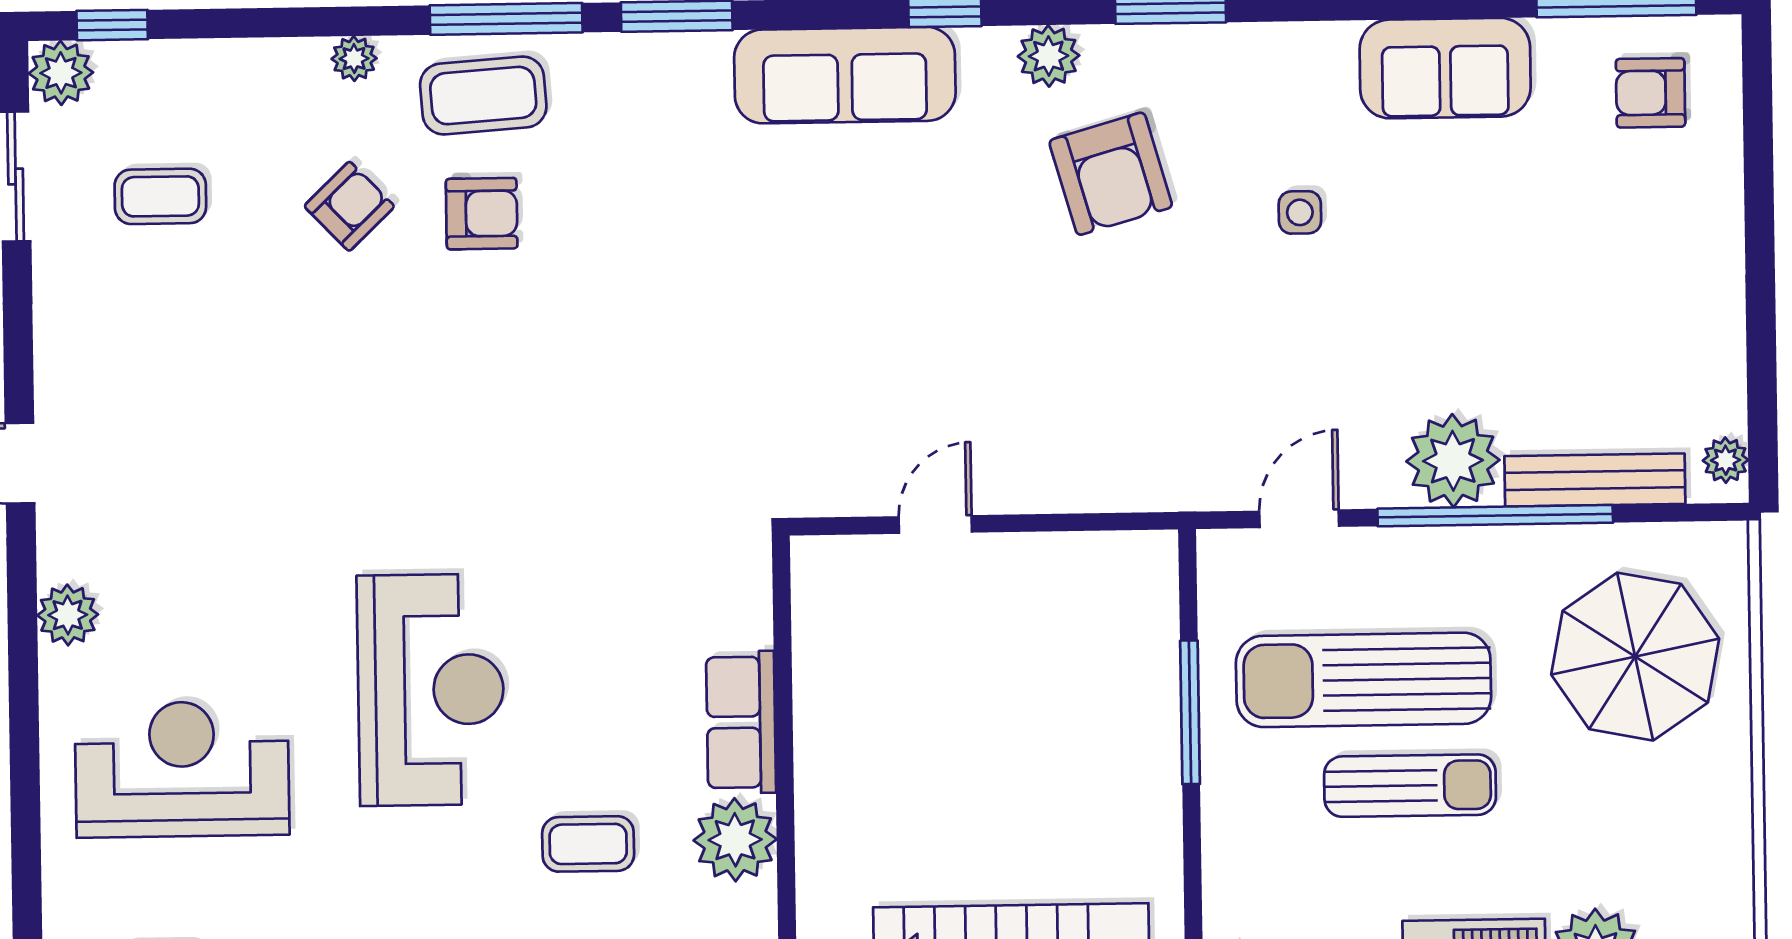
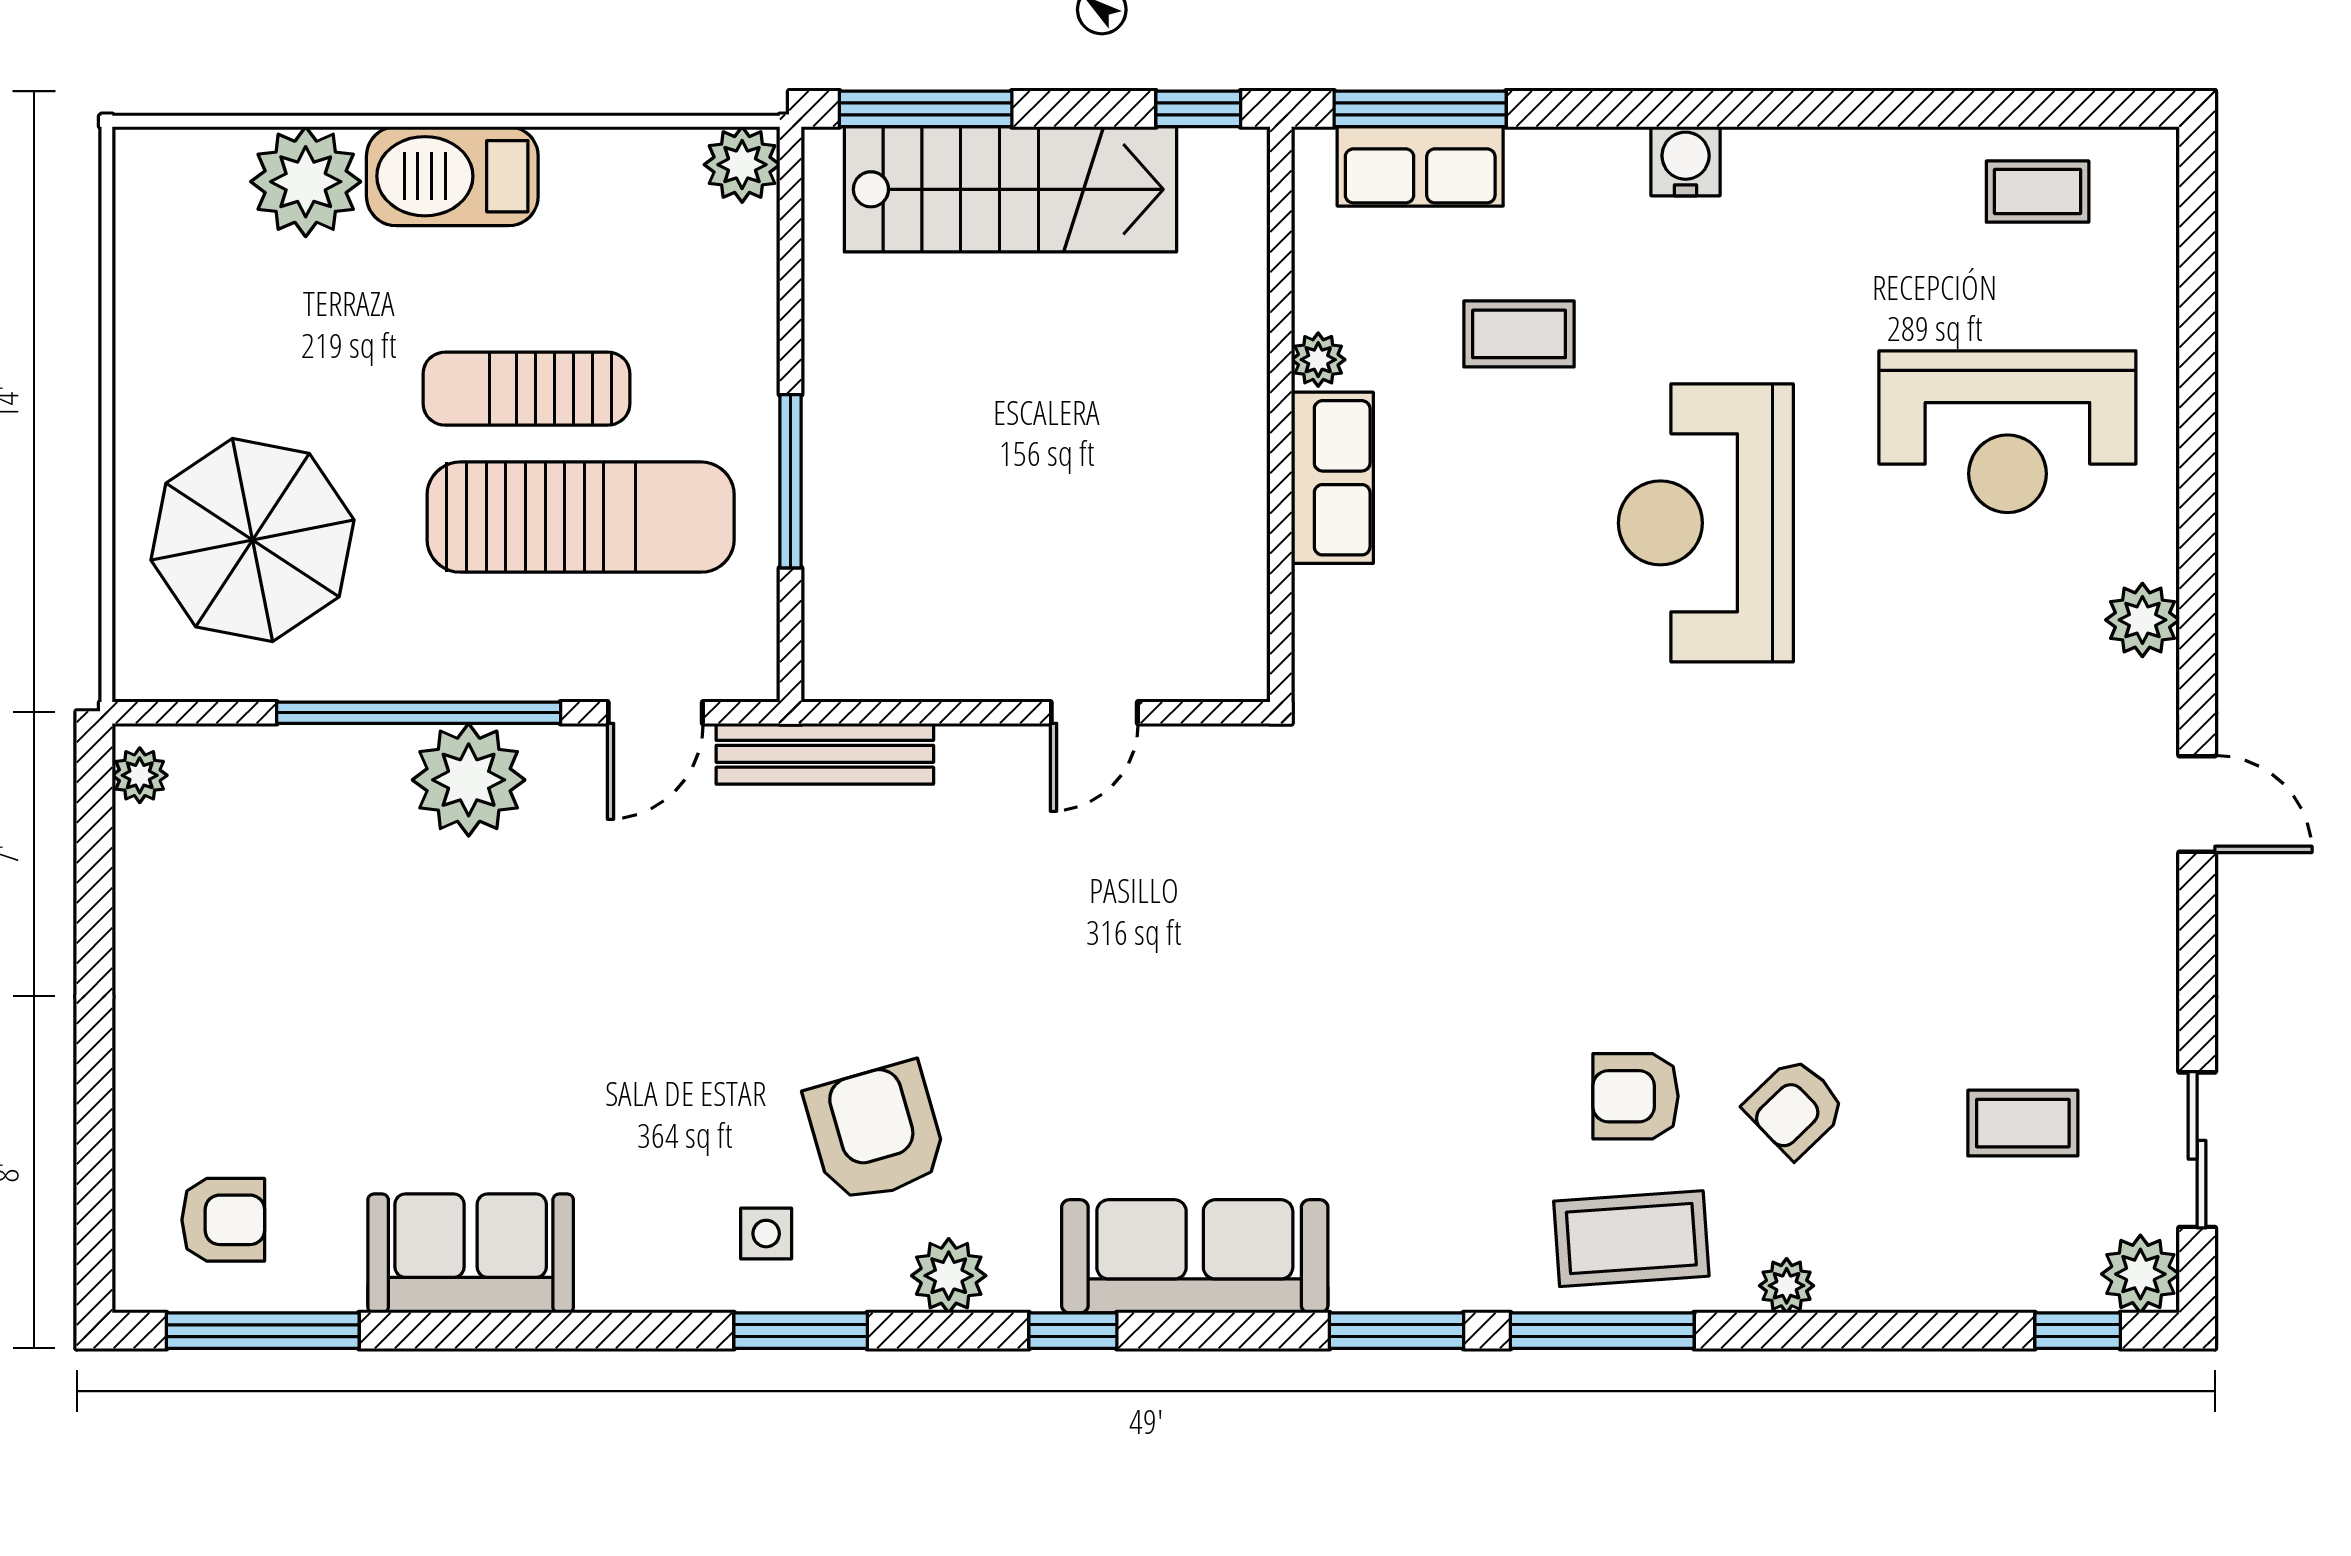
side table: (1300, 212) -> (766, 1234), moved
bench: (1595, 480) -> (825, 754), moved
plant: (735, 840) -> (1318, 360), width x0.53, depth x0.53

